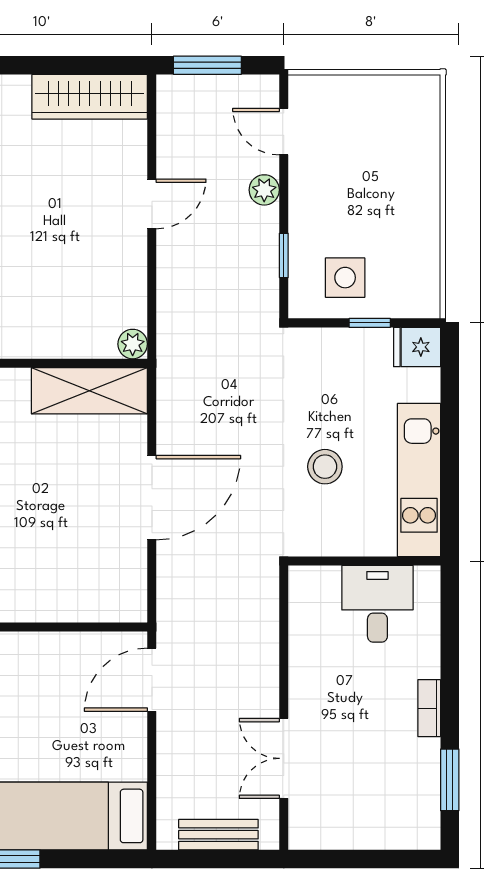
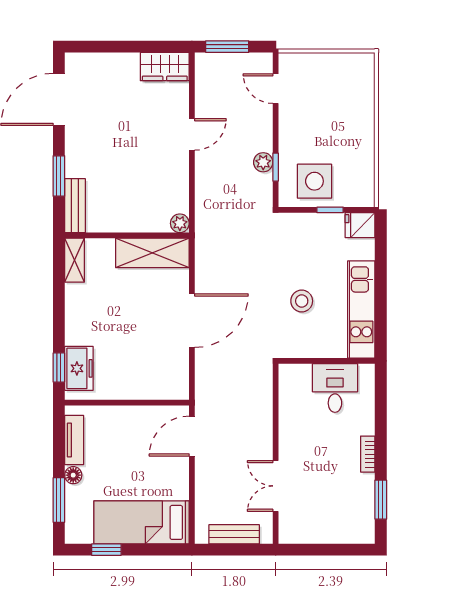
wardrobe: (90, 97) -> (165, 67), width x0.67
plant: (264, 190) -> (263, 162), moved
side table: (345, 278) -> (314, 181), width x1.37, depth x1.37

